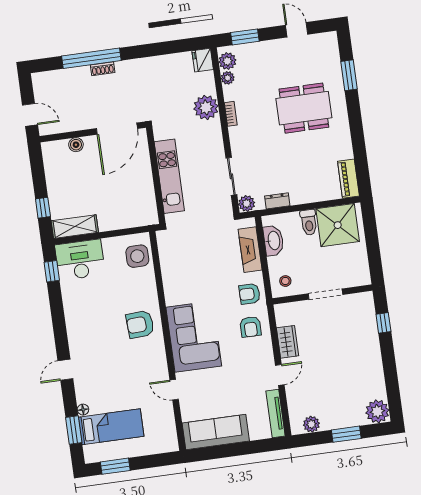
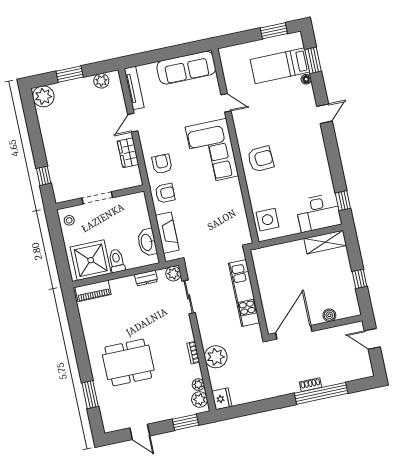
piano: (348, 179) -> (93, 291), moved, turned 90
window: (43, 208) -> (360, 279), moved
stool: (285, 281) -> (69, 220), moved

